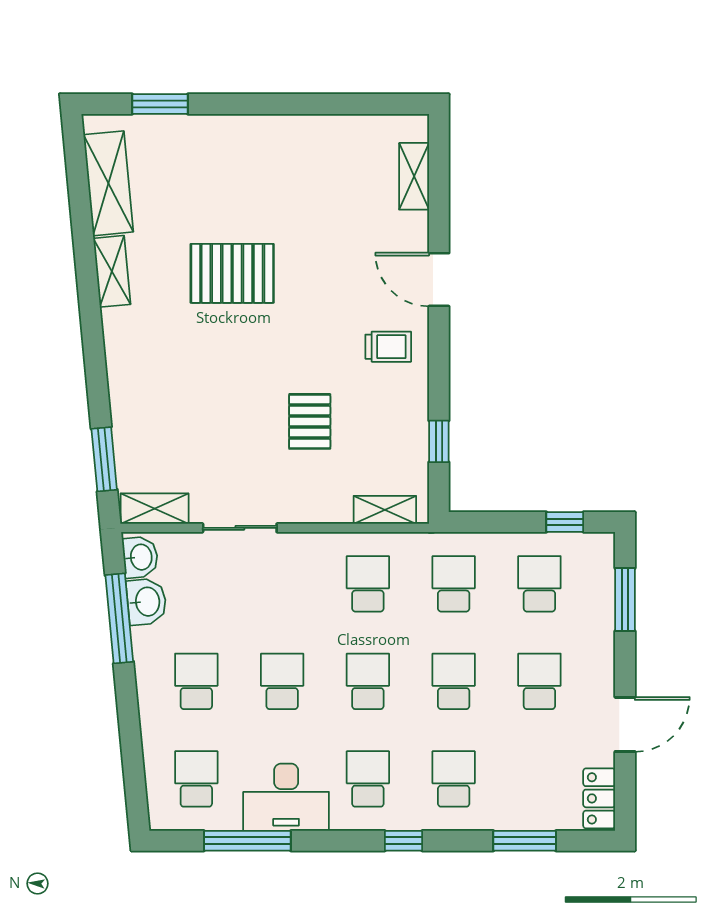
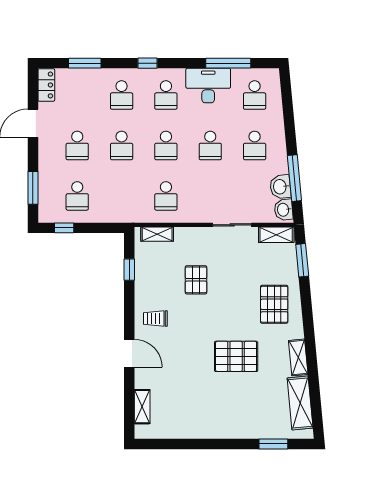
pallet: (158, 374) -> (274, 304), added
school desk: (454, 584) -> (122, 196), removed

